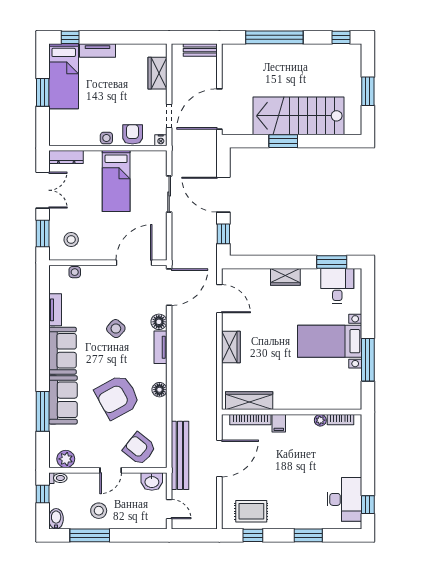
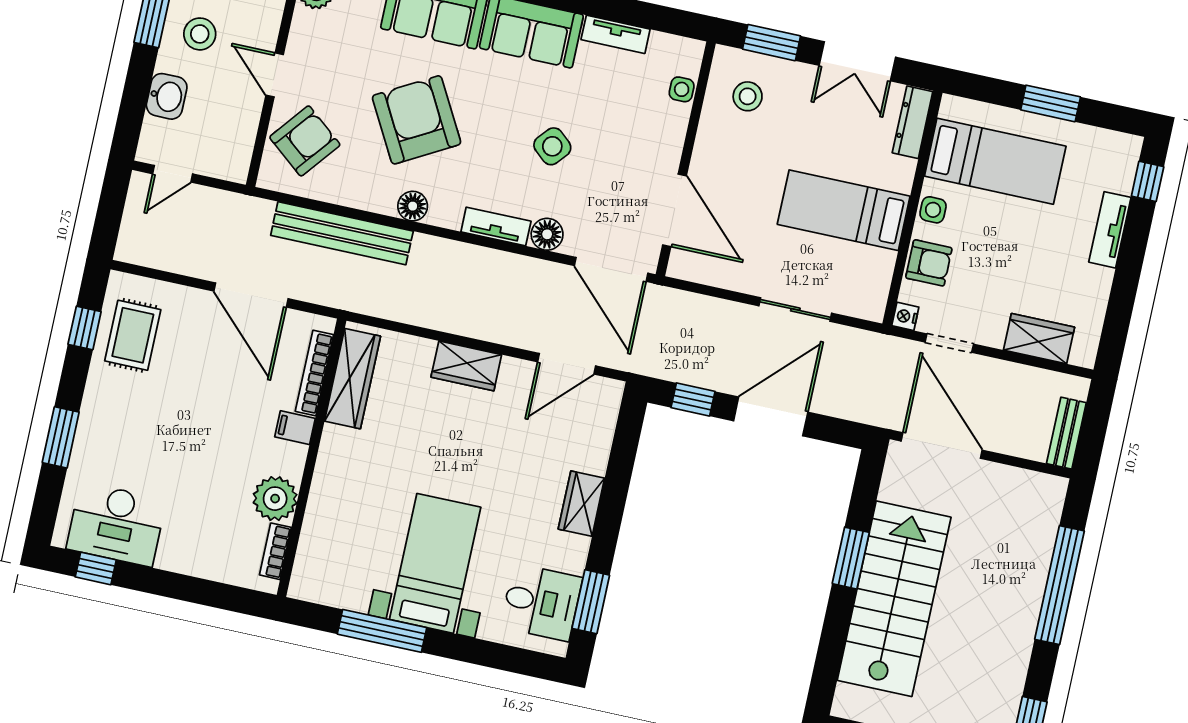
bed: (64, 76) -> (995, 161), moved, turned 180
plant: (320, 420) -> (275, 499), width x1.88, depth x1.88
bench: (180, 455) -> (342, 233), moved
washbasin: (152, 481) -> (167, 96), moved, turned 180

